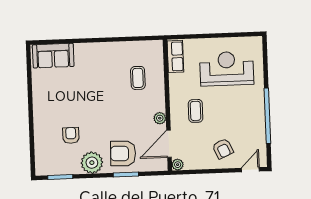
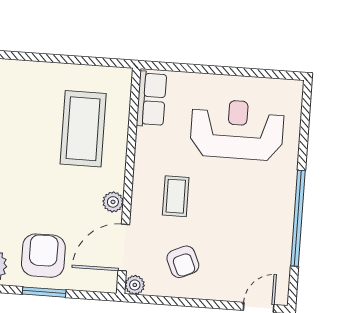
coffee table: (138, 78) -> (83, 129), width x1.86, depth x1.72
armchair: (223, 149) -> (183, 262), moved
armchair: (123, 153) -> (43, 256), turned 88

